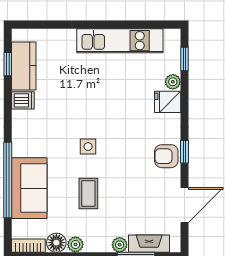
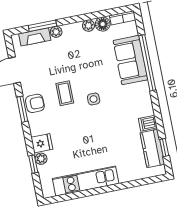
window: (184, 59) -> (33, 164), moved
window: (184, 152) -> (22, 109), width x1.50
coffee table: (88, 193) -> (65, 93), moved

